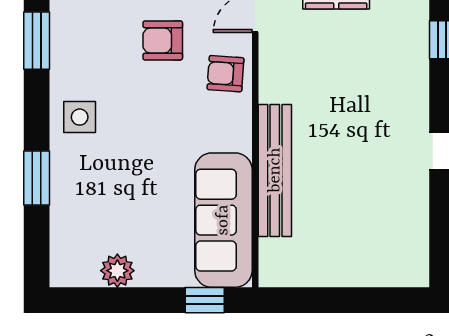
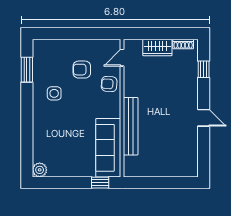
side table: (80, 117) -> (54, 93), moved
window: (37, 178) -> (27, 129), removed
plant: (117, 271) -> (40, 170), moved

